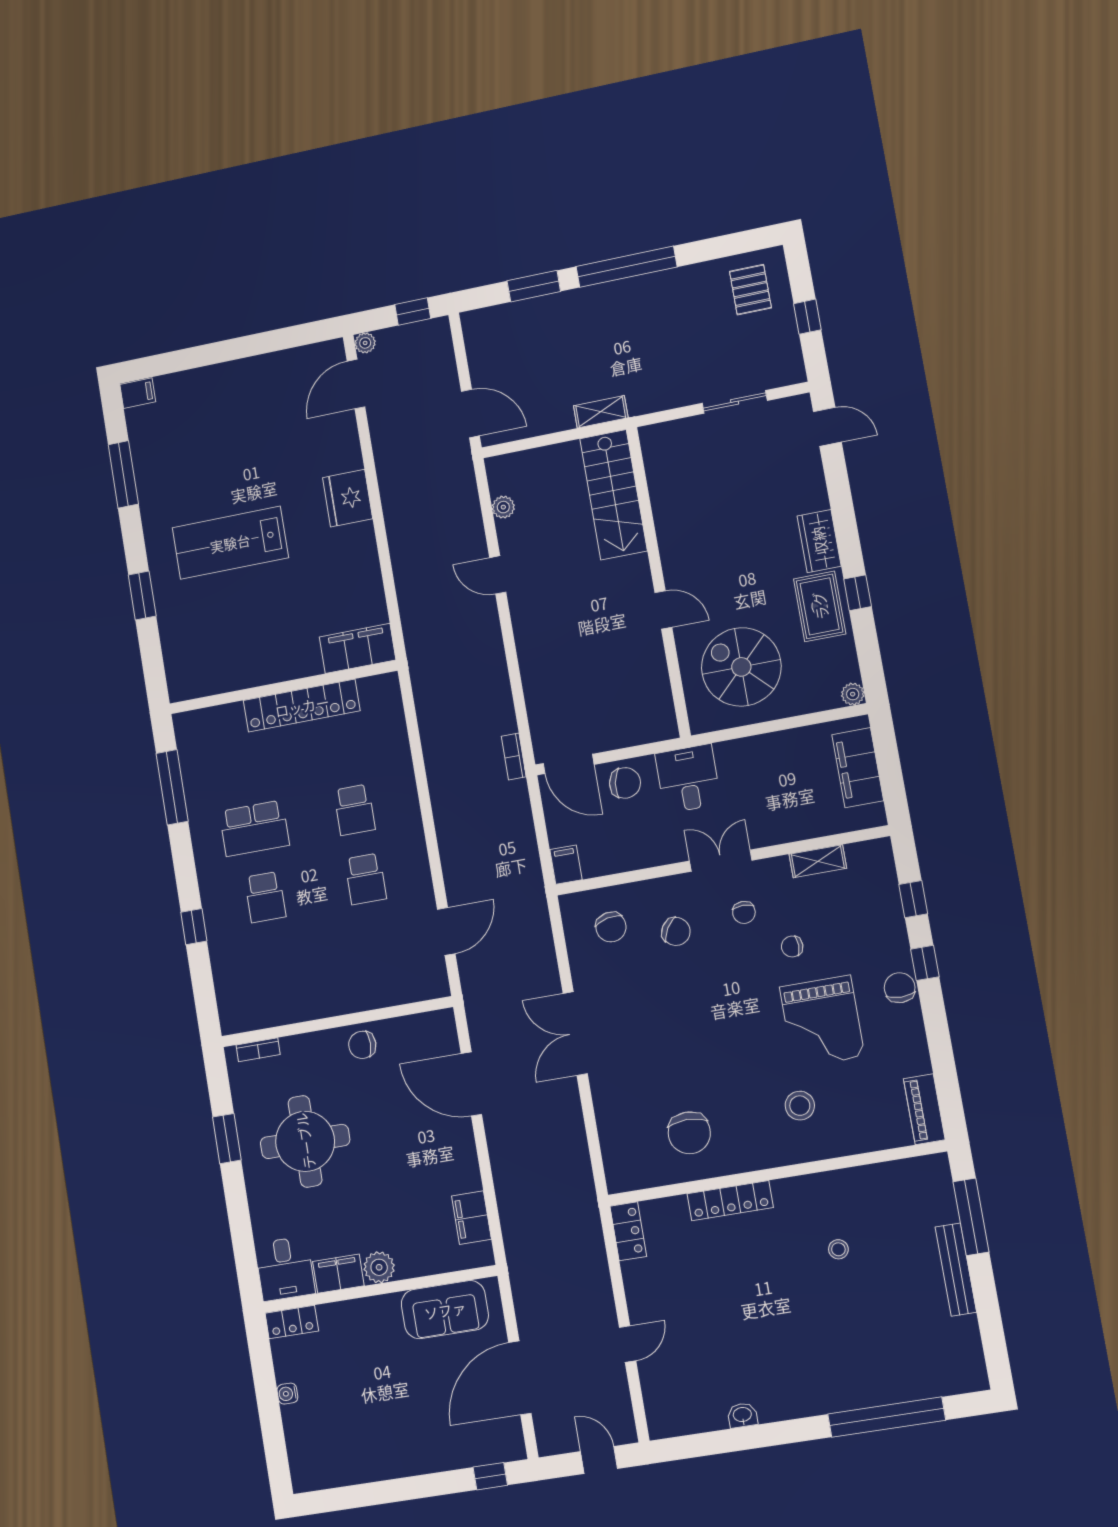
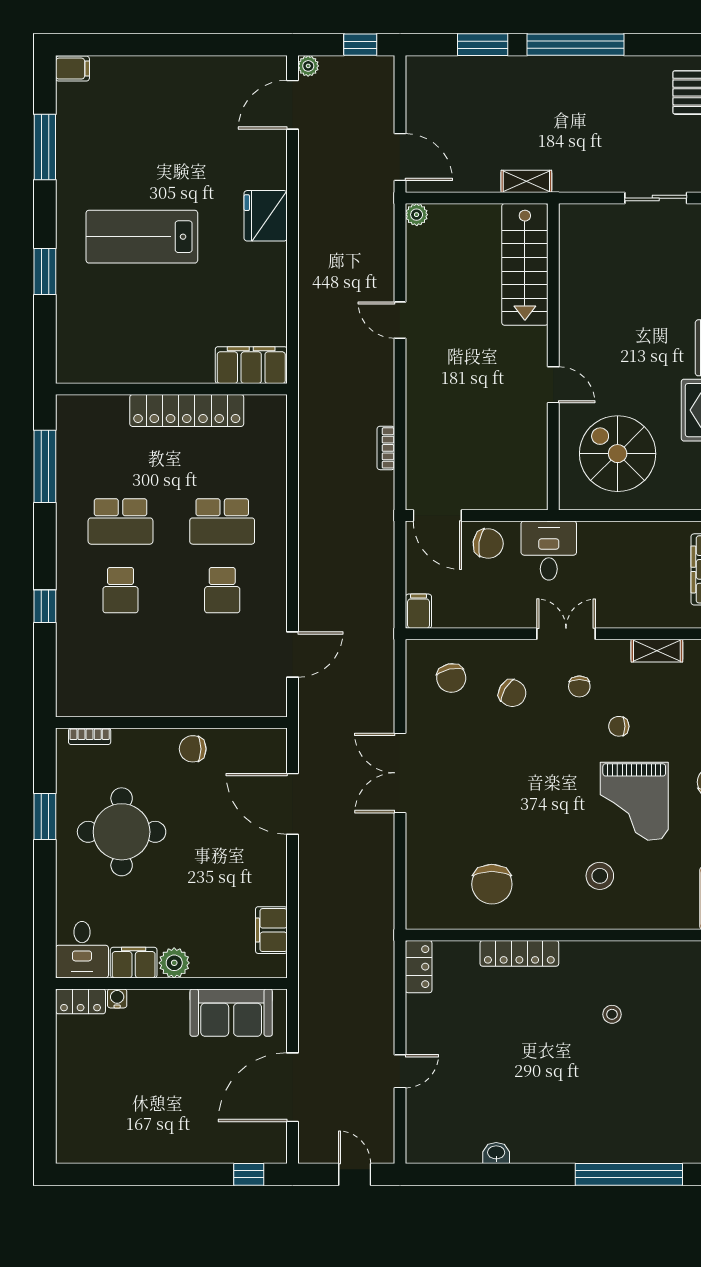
plant: (503, 507) -> (417, 215), moved
bookcase: (514, 757) -> (386, 448), moved
school desk: (354, 810) -> (222, 521), width x1.85
water cooler: (287, 1394) -> (117, 998), moved, turned 90

